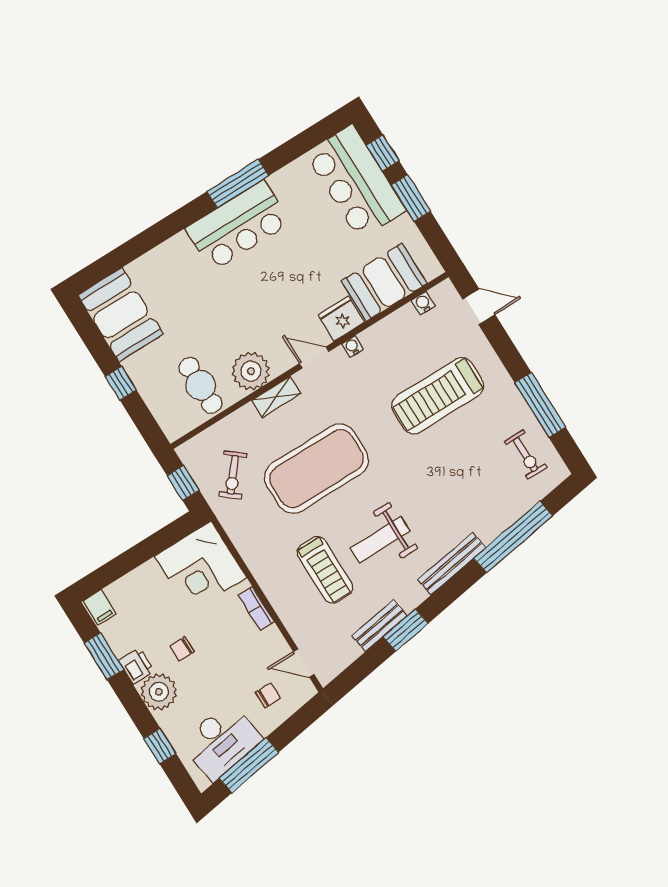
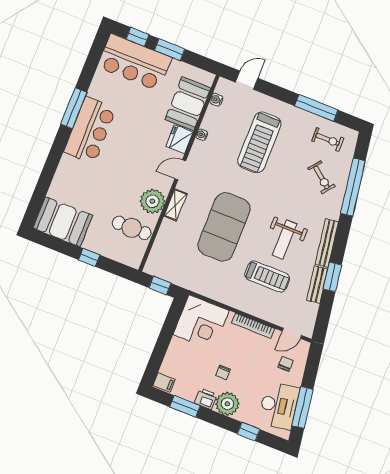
water cooler: (352, 346) -> (202, 135), moved
exercise bike: (233, 475) -> (321, 177), moved
bench: (452, 564) -> (327, 243), moved
bookcase: (256, 608) -> (253, 326), width x1.56

